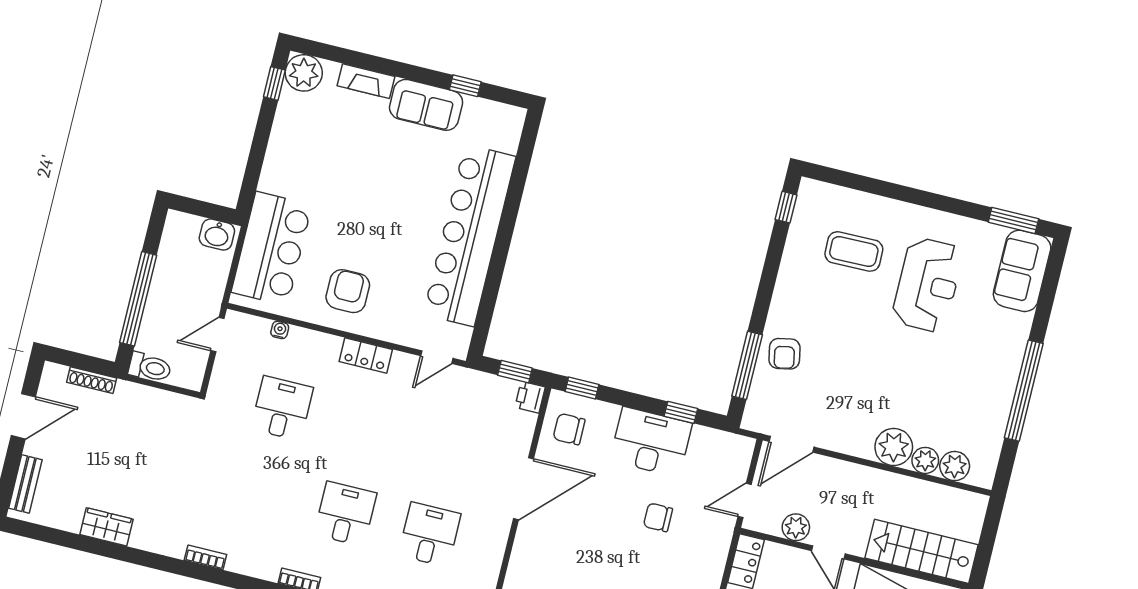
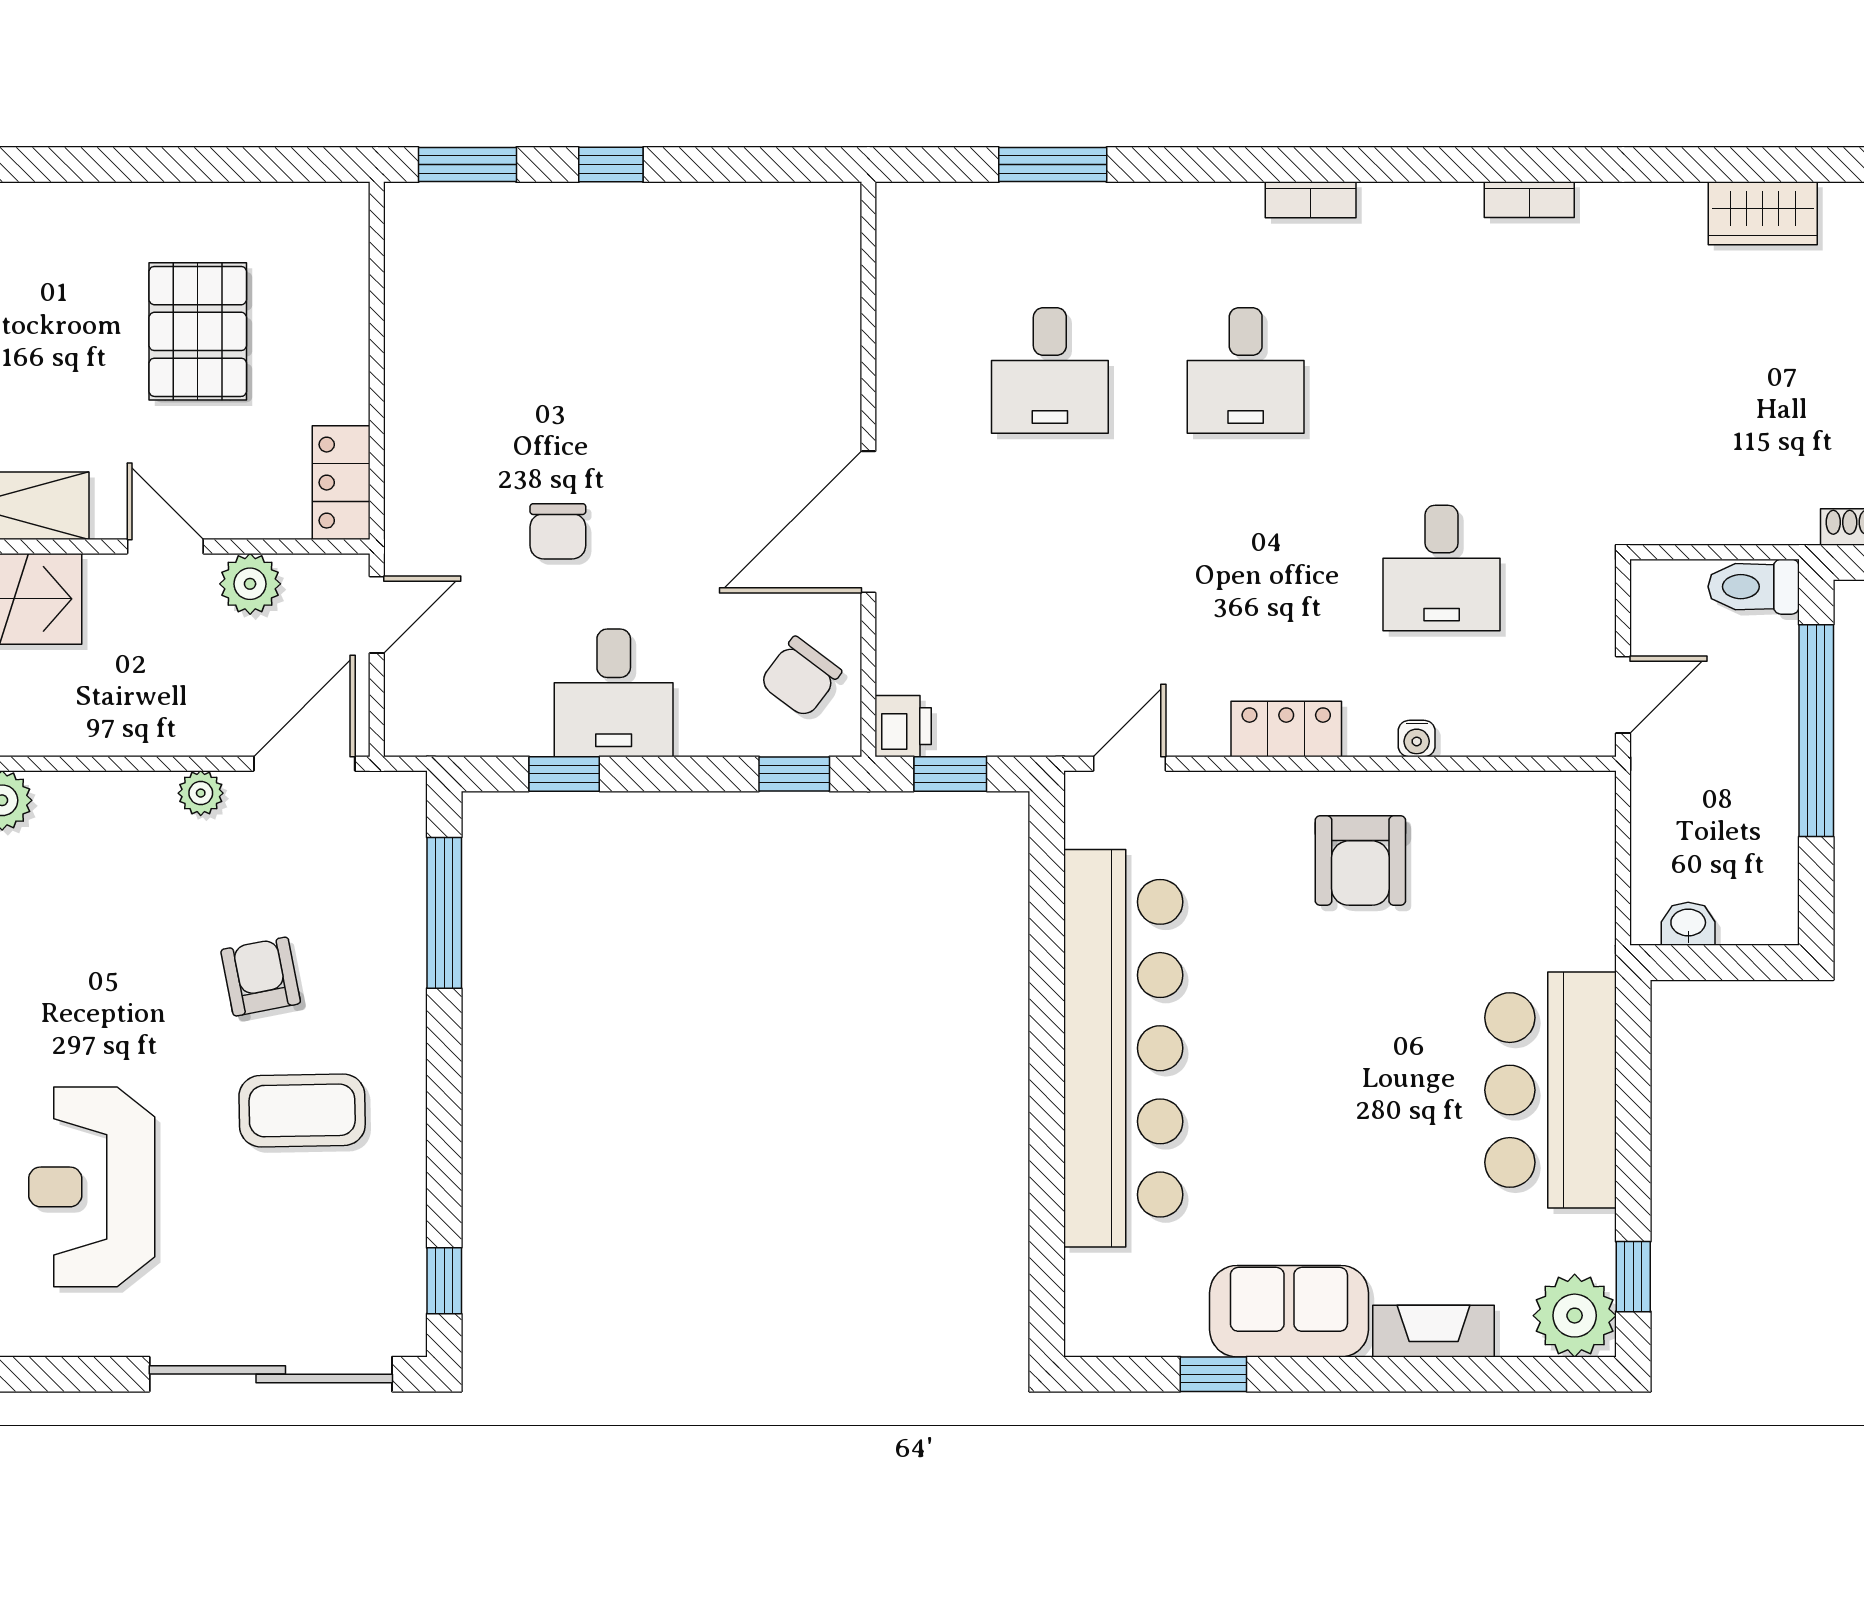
sliding door: (870, 185) -> (271, 1374), added
washbasin: (217, 235) -> (1688, 924), width x0.72, depth x0.69
bar counter: (272, 249) -> (1551, 1090), moved
coffee table: (854, 251) -> (302, 1110), moved
water cooler: (280, 330) -> (1417, 739), moved
armchair: (784, 354) -> (261, 977), moved
chair: (569, 429) -> (801, 677), turned 127
desk: (651, 442) -> (614, 693), width x0.73
plant: (894, 447) -> (201, 793), moved, width x0.53, depth x0.53
chair: (658, 517) -> (558, 531), turned 90

